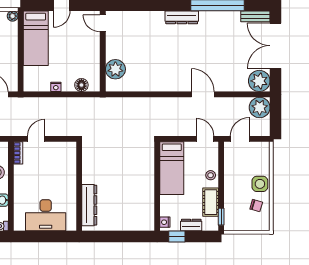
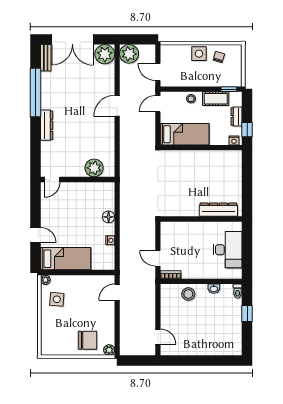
door: (103, 23) -> (52, 180), moved
wall: (103, 51) -> (78, 180), moved
plant: (115, 69) -> (94, 168), moved

